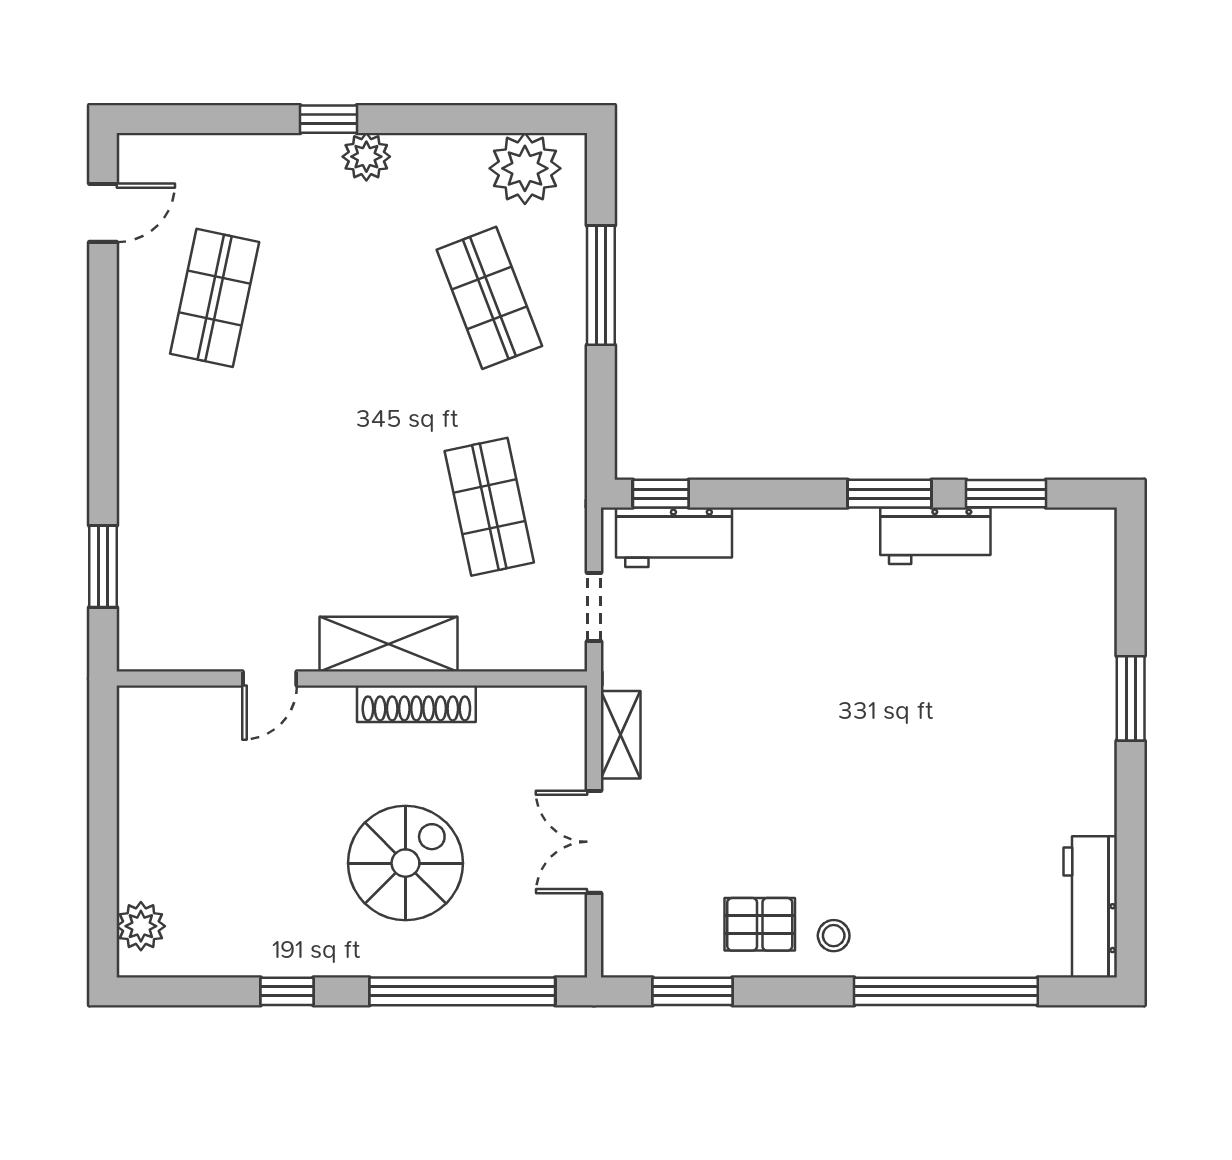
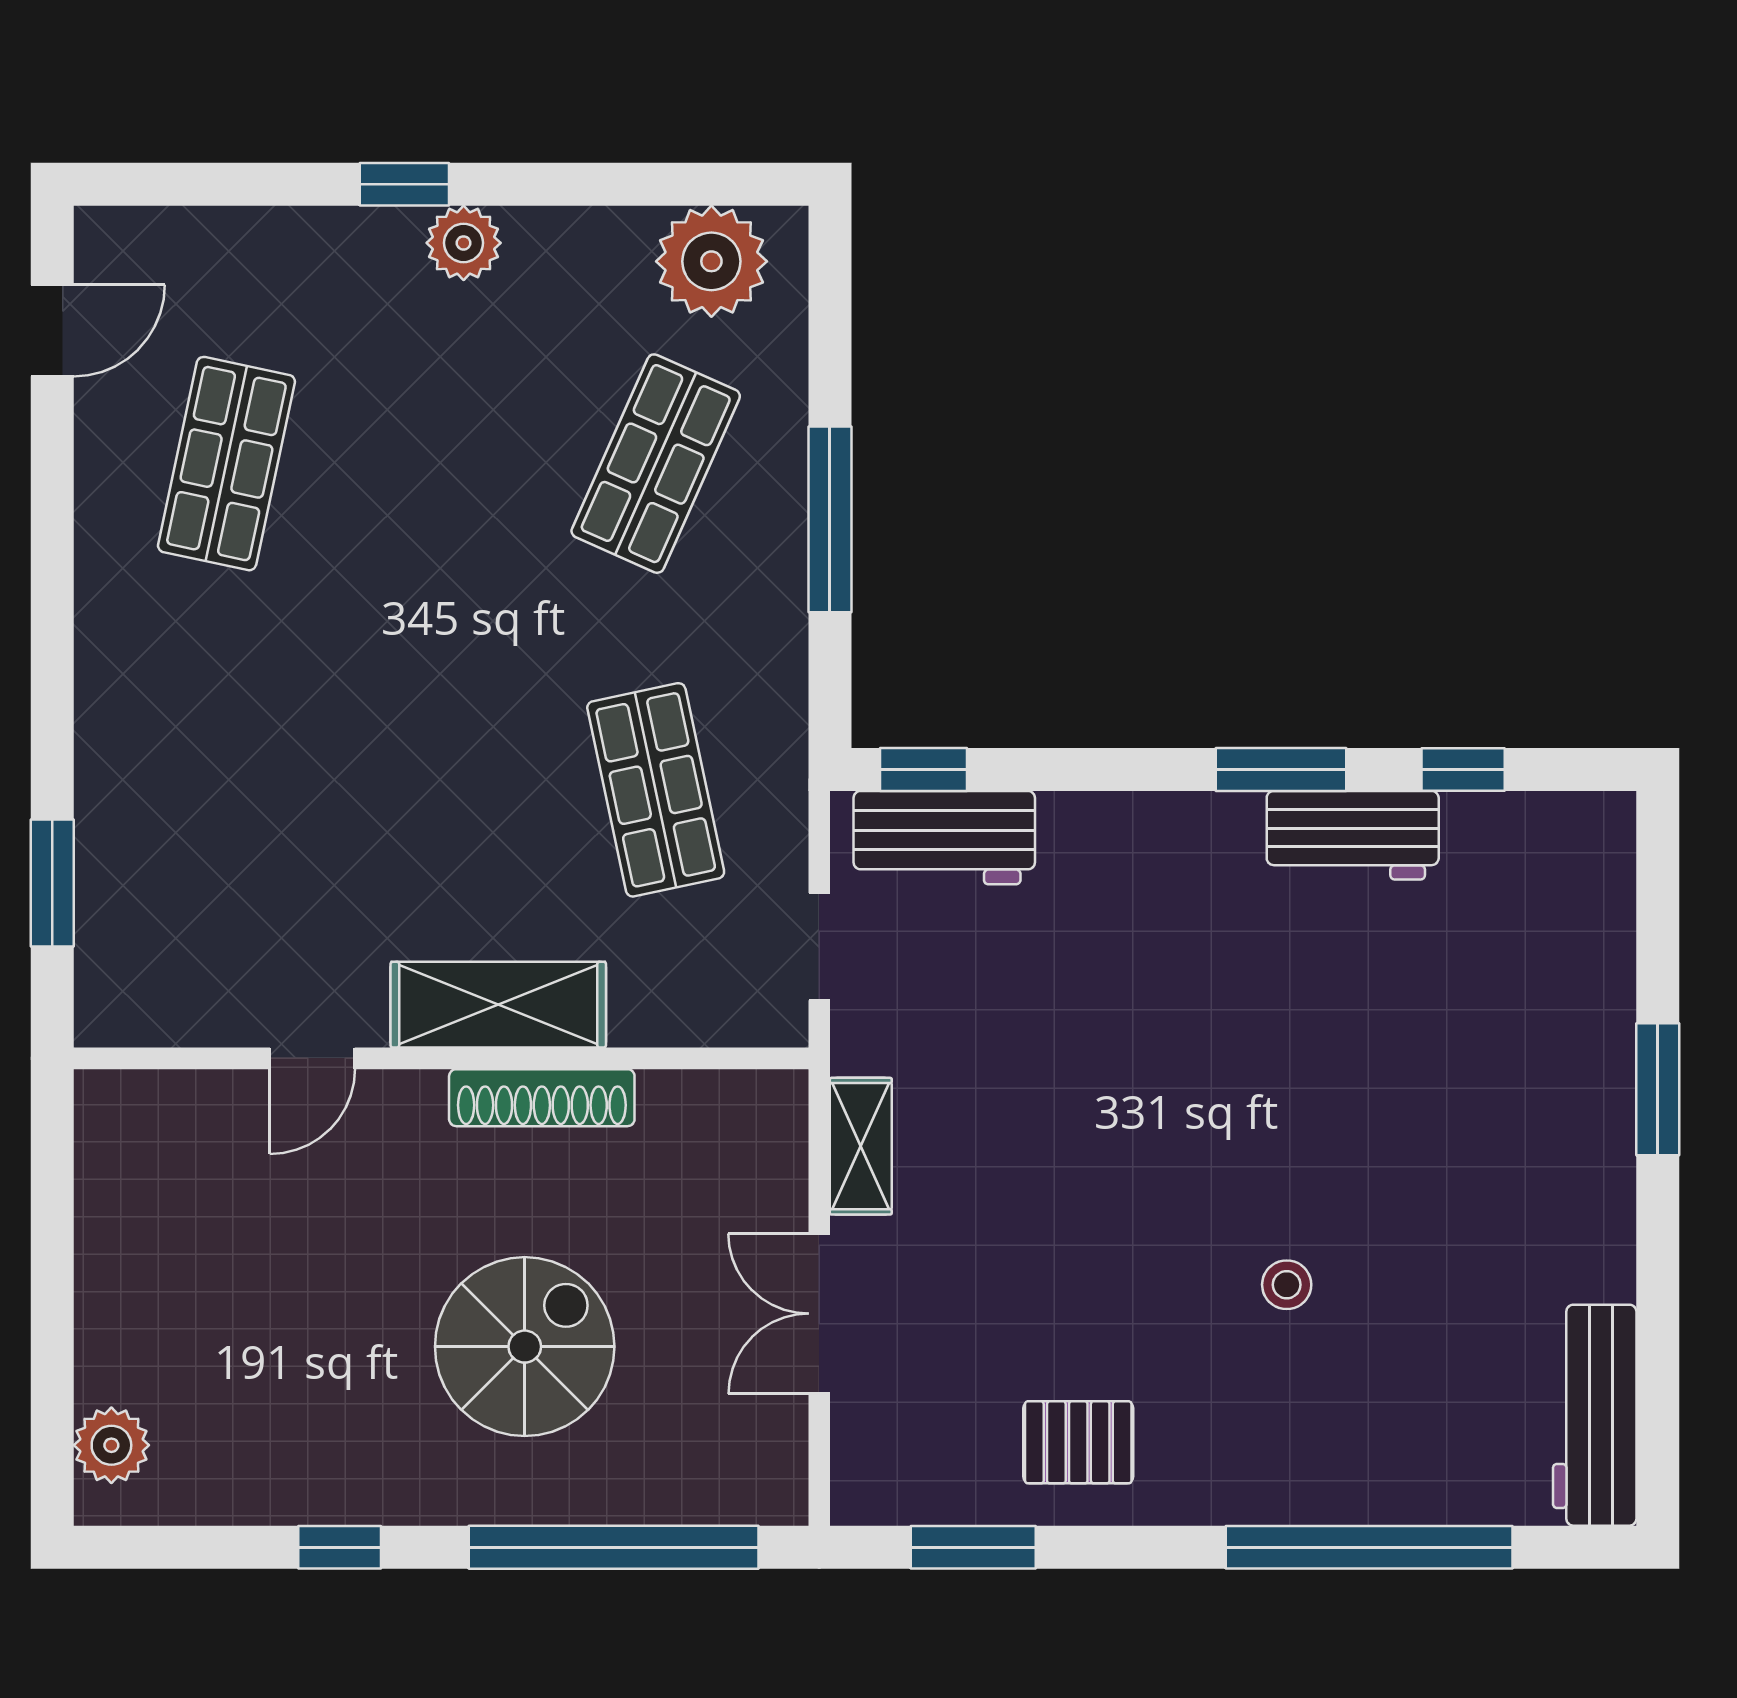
window: (601, 285) -> (830, 519), moved
shop shelf: (489, 298) -> (656, 464), turned 45
window: (1006, 494) -> (1463, 769), width x0.67
stool: (834, 936) -> (1287, 1285), moved

